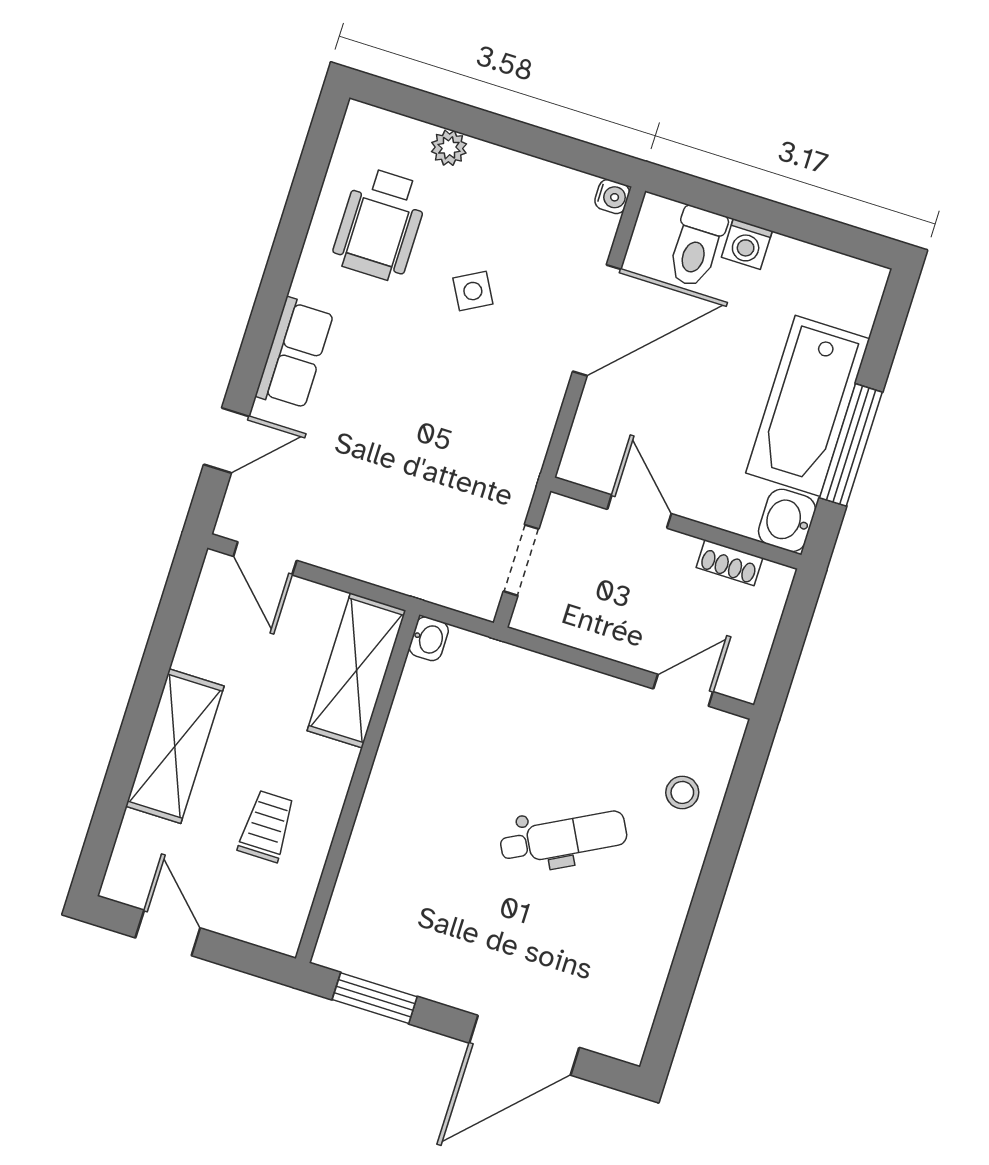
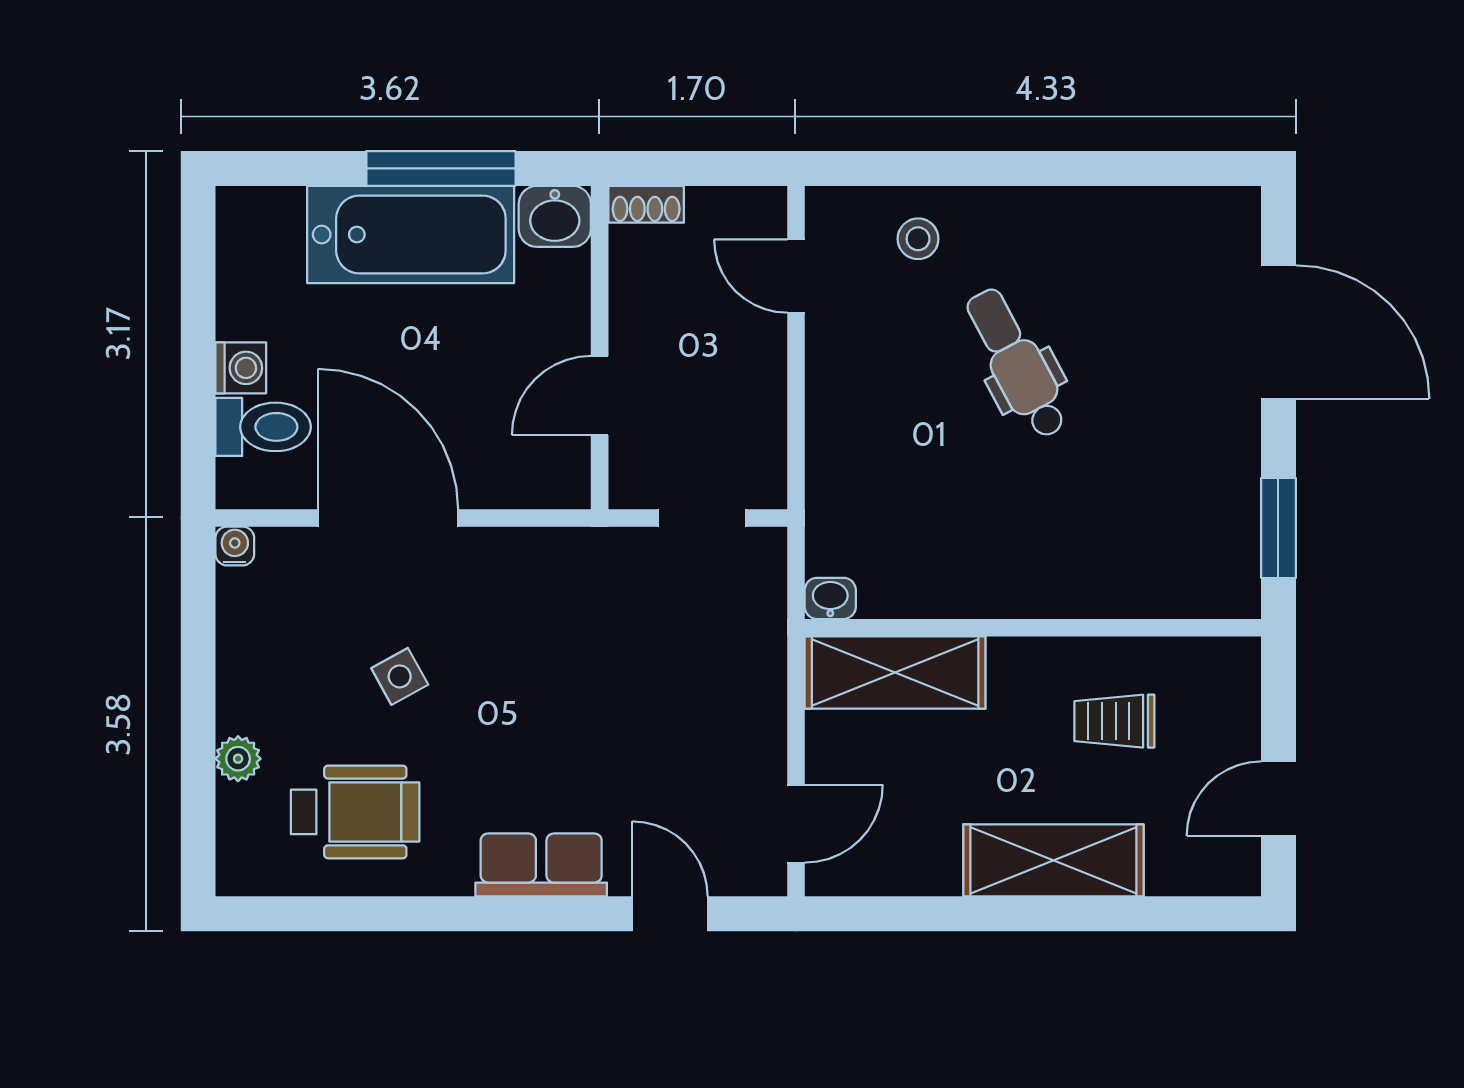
shoe rack: (730, 563) -> (646, 204), moved, turned 90

